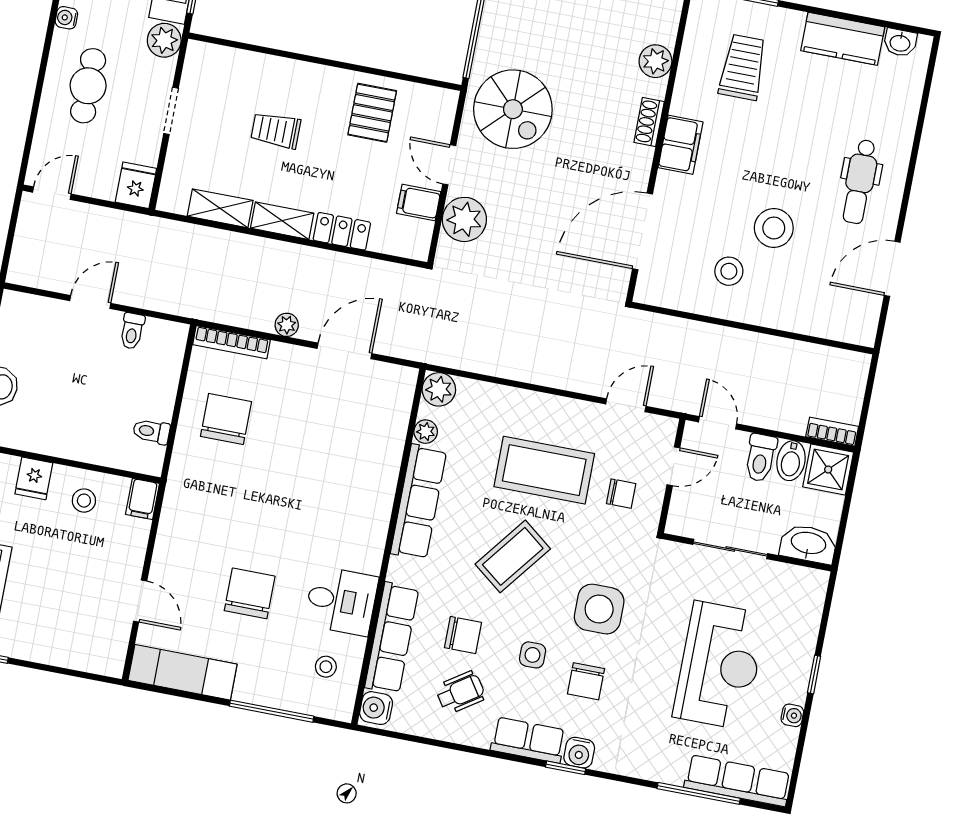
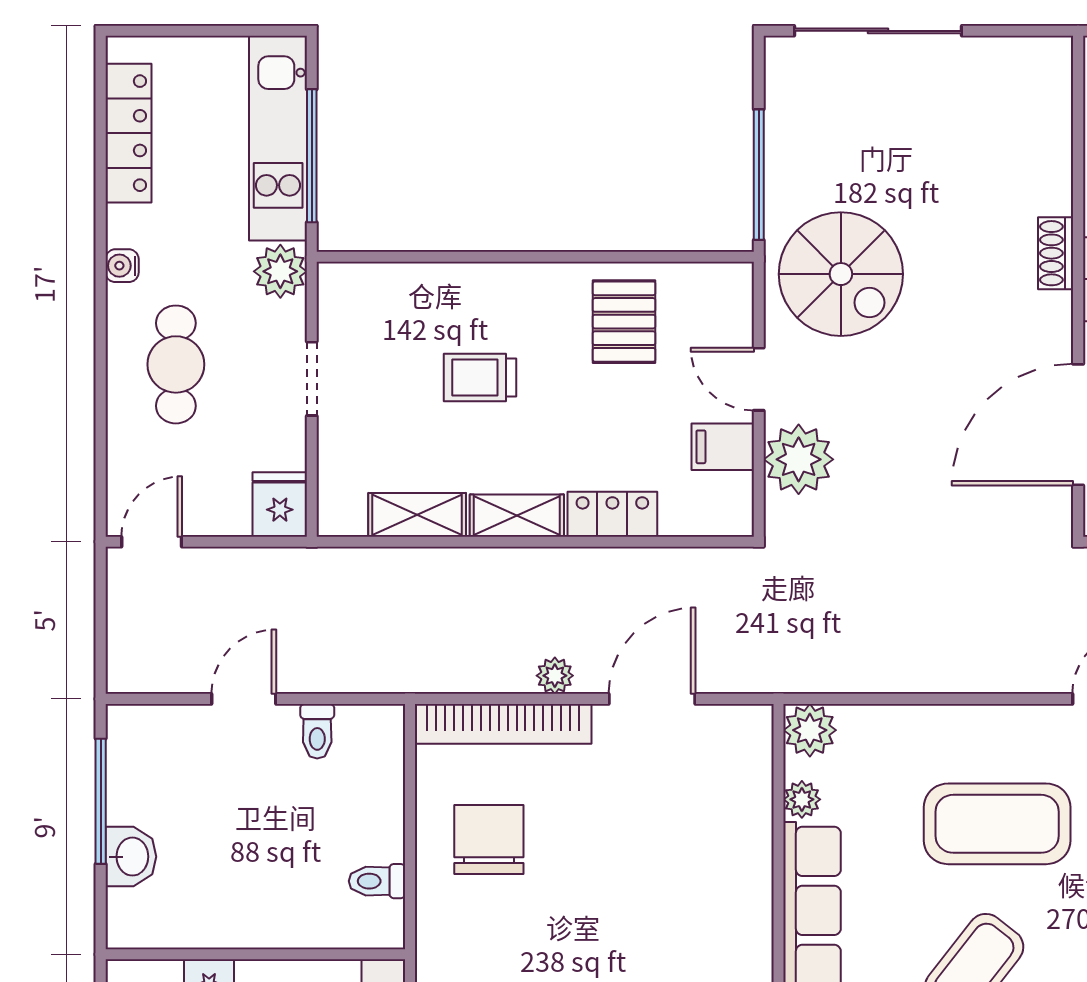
plant: (655, 61) -> (1047, 157), removed
bookcase: (232, 342) -> (503, 724), width x1.48, depth x1.31

